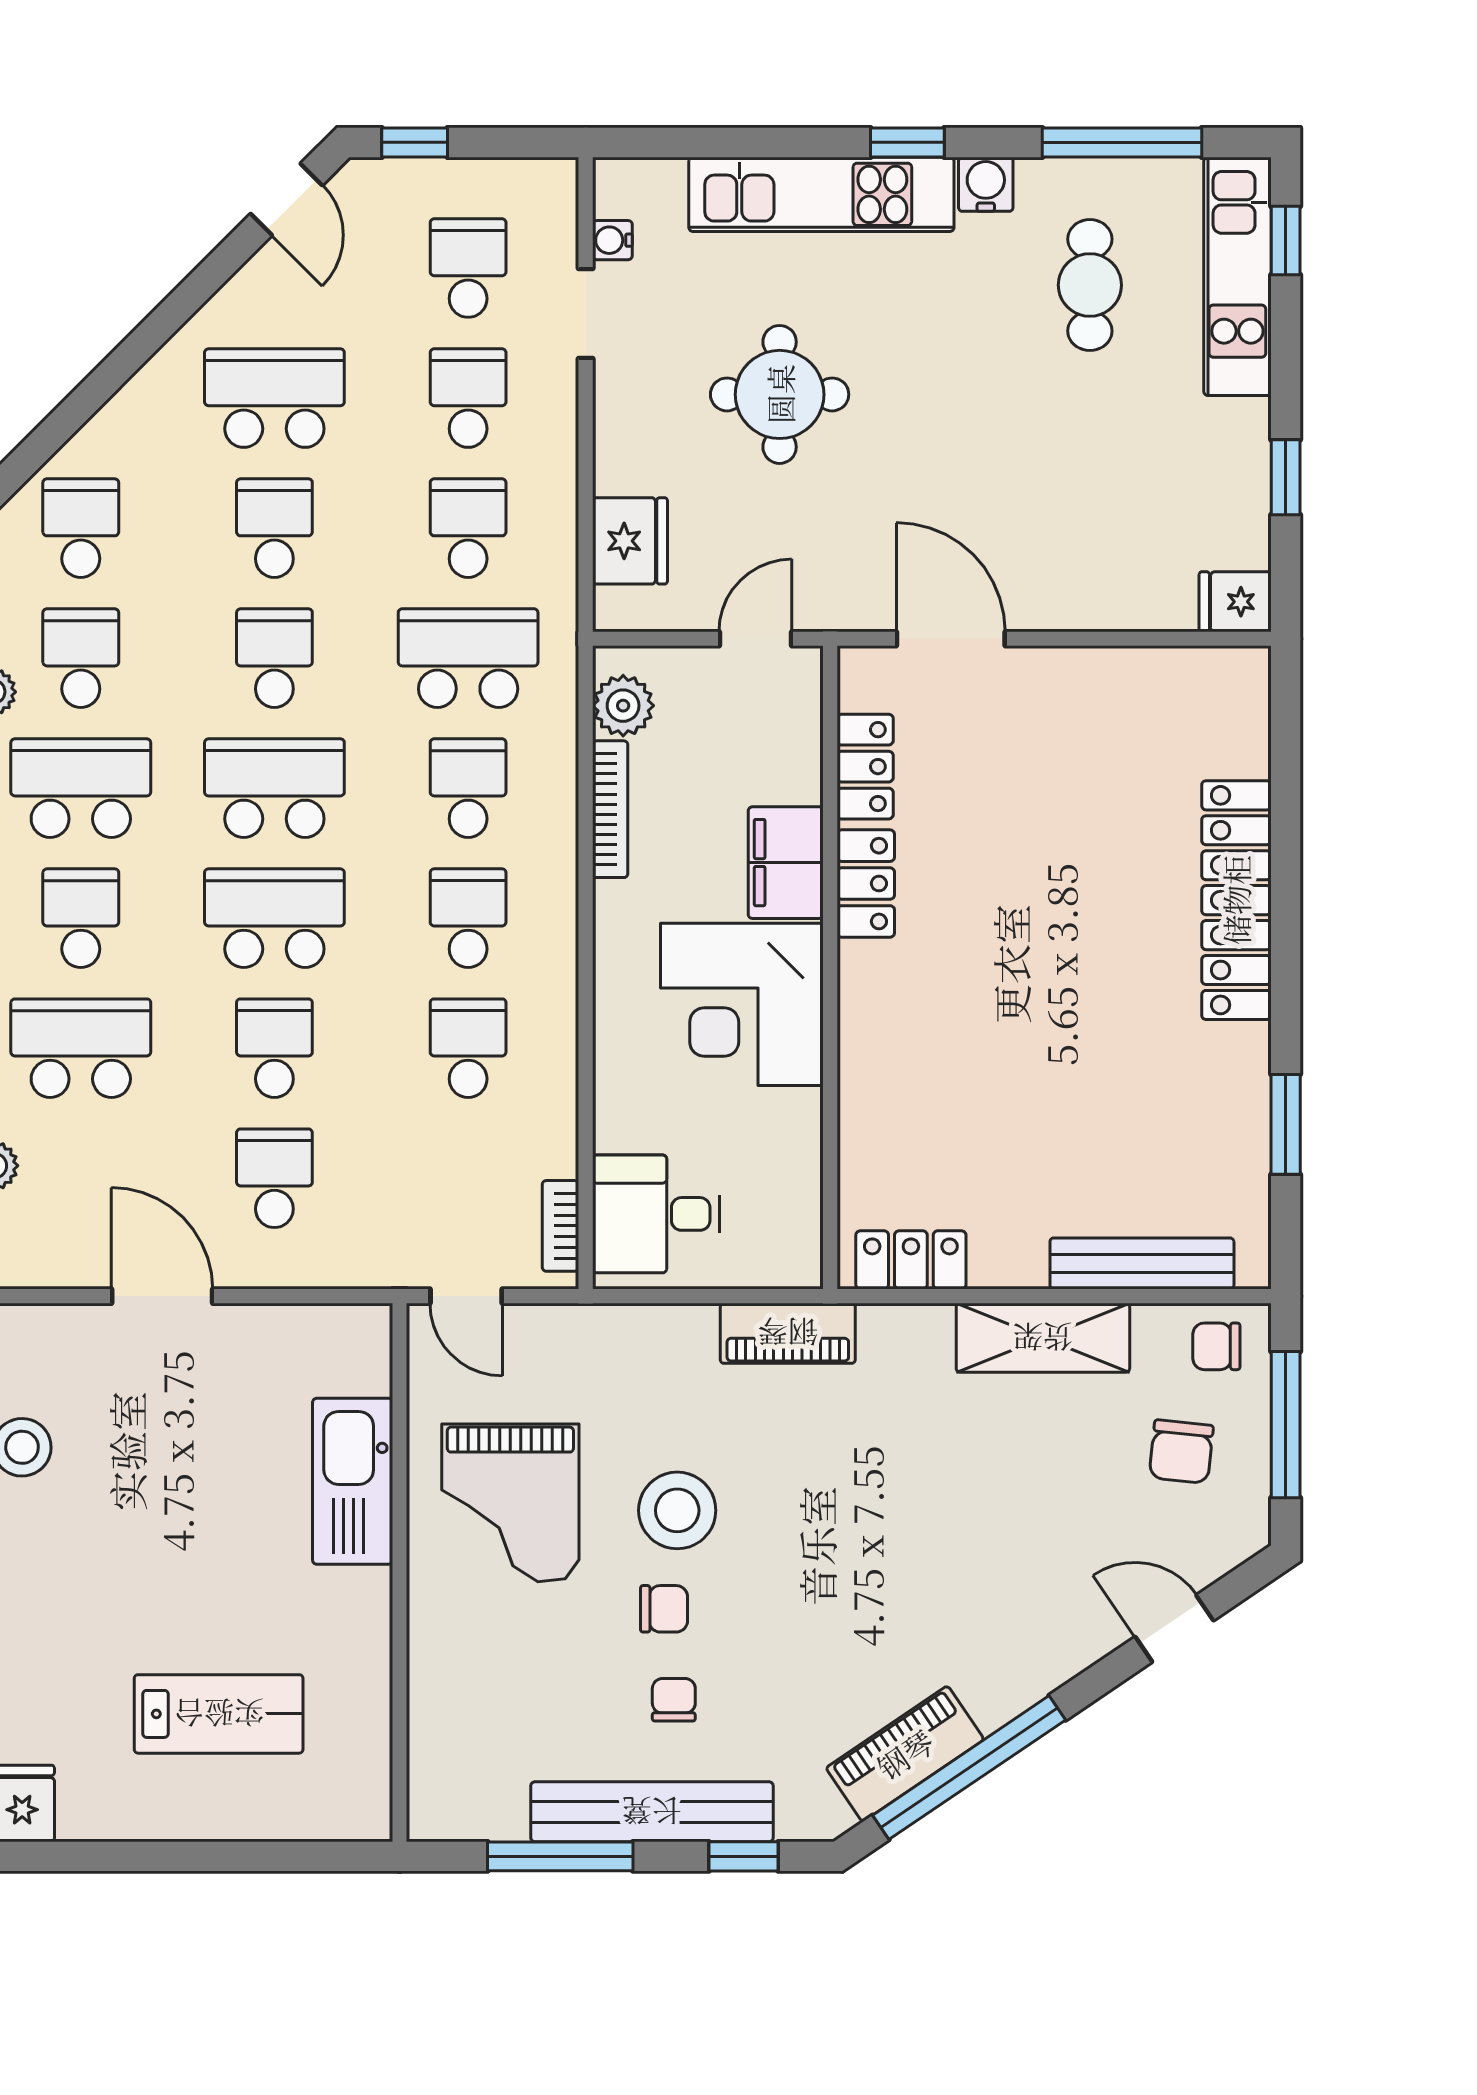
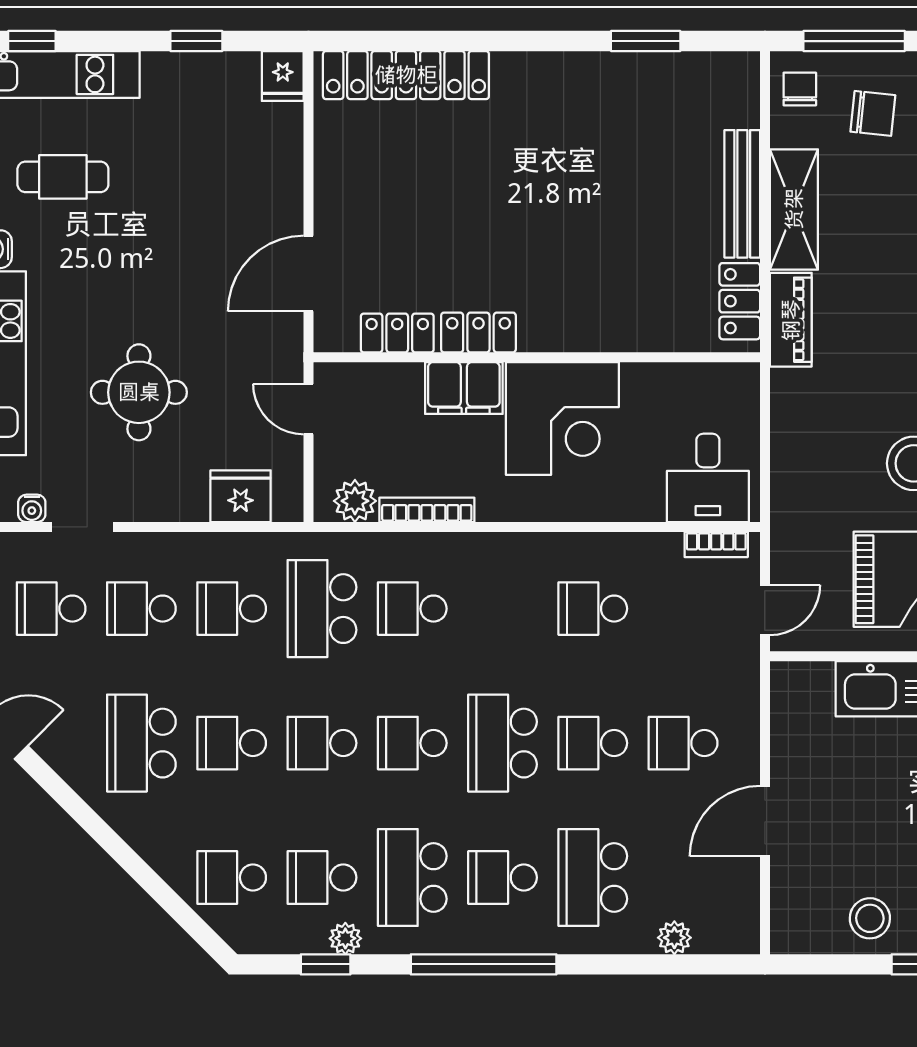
school desk: (274, 788) -> (412, 743), width x0.54
locker: (1236, 900) -> (406, 75), moved
school desk: (468, 918) -> (503, 609), removed
bench: (1142, 1263) -> (742, 194), moved
piano: (788, 1333) -> (791, 320), moved
chair: (1216, 1346) -> (800, 89), turned 180

